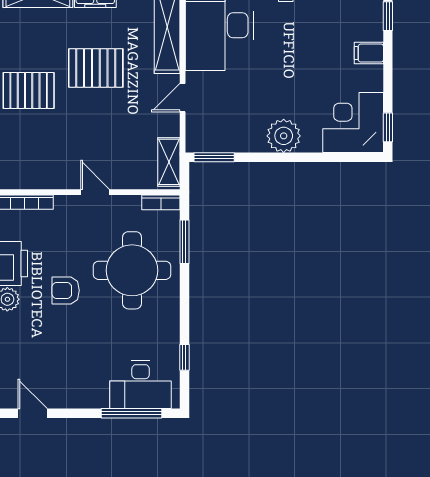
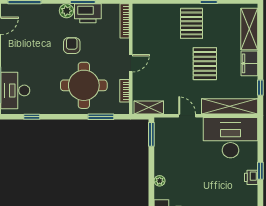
plant: (284, 136) -> (160, 181), width x0.53, depth x0.53
bookcase: (161, 202) -> (124, 91), moved

